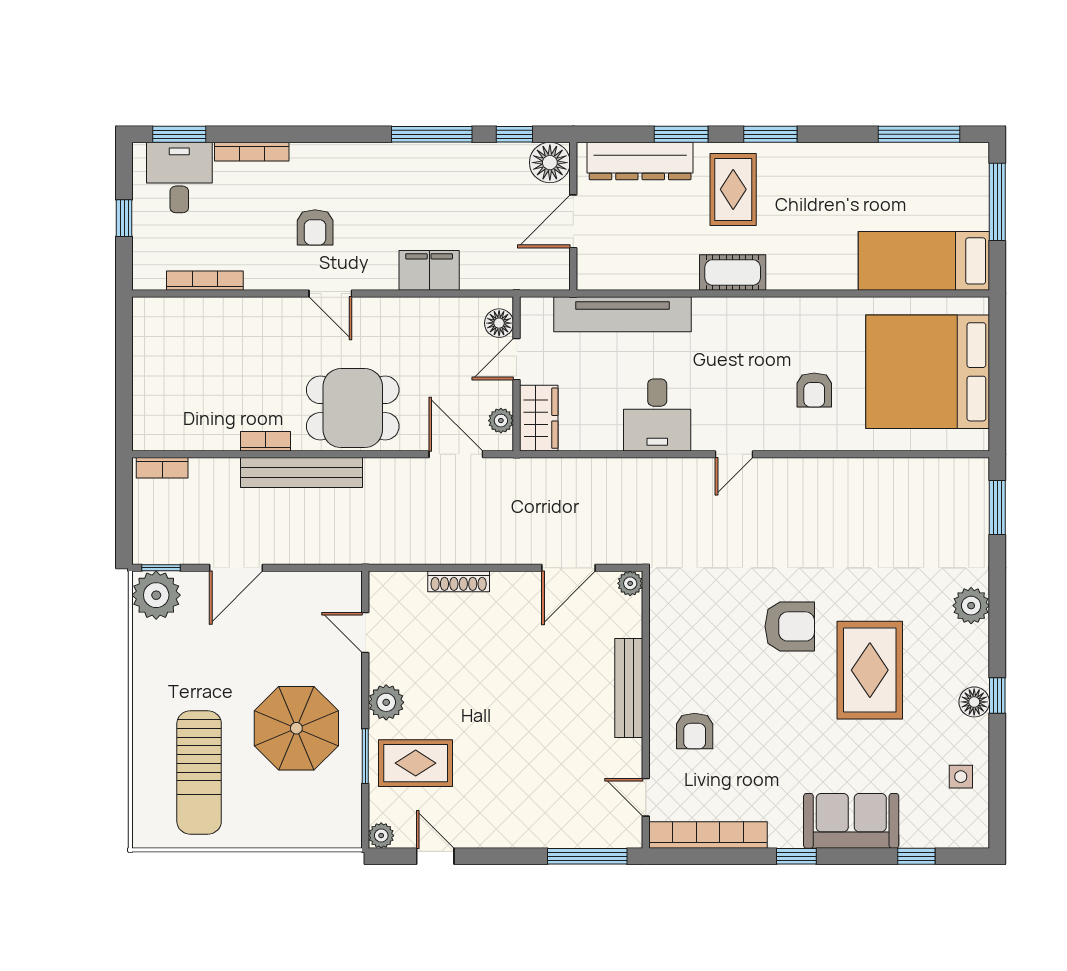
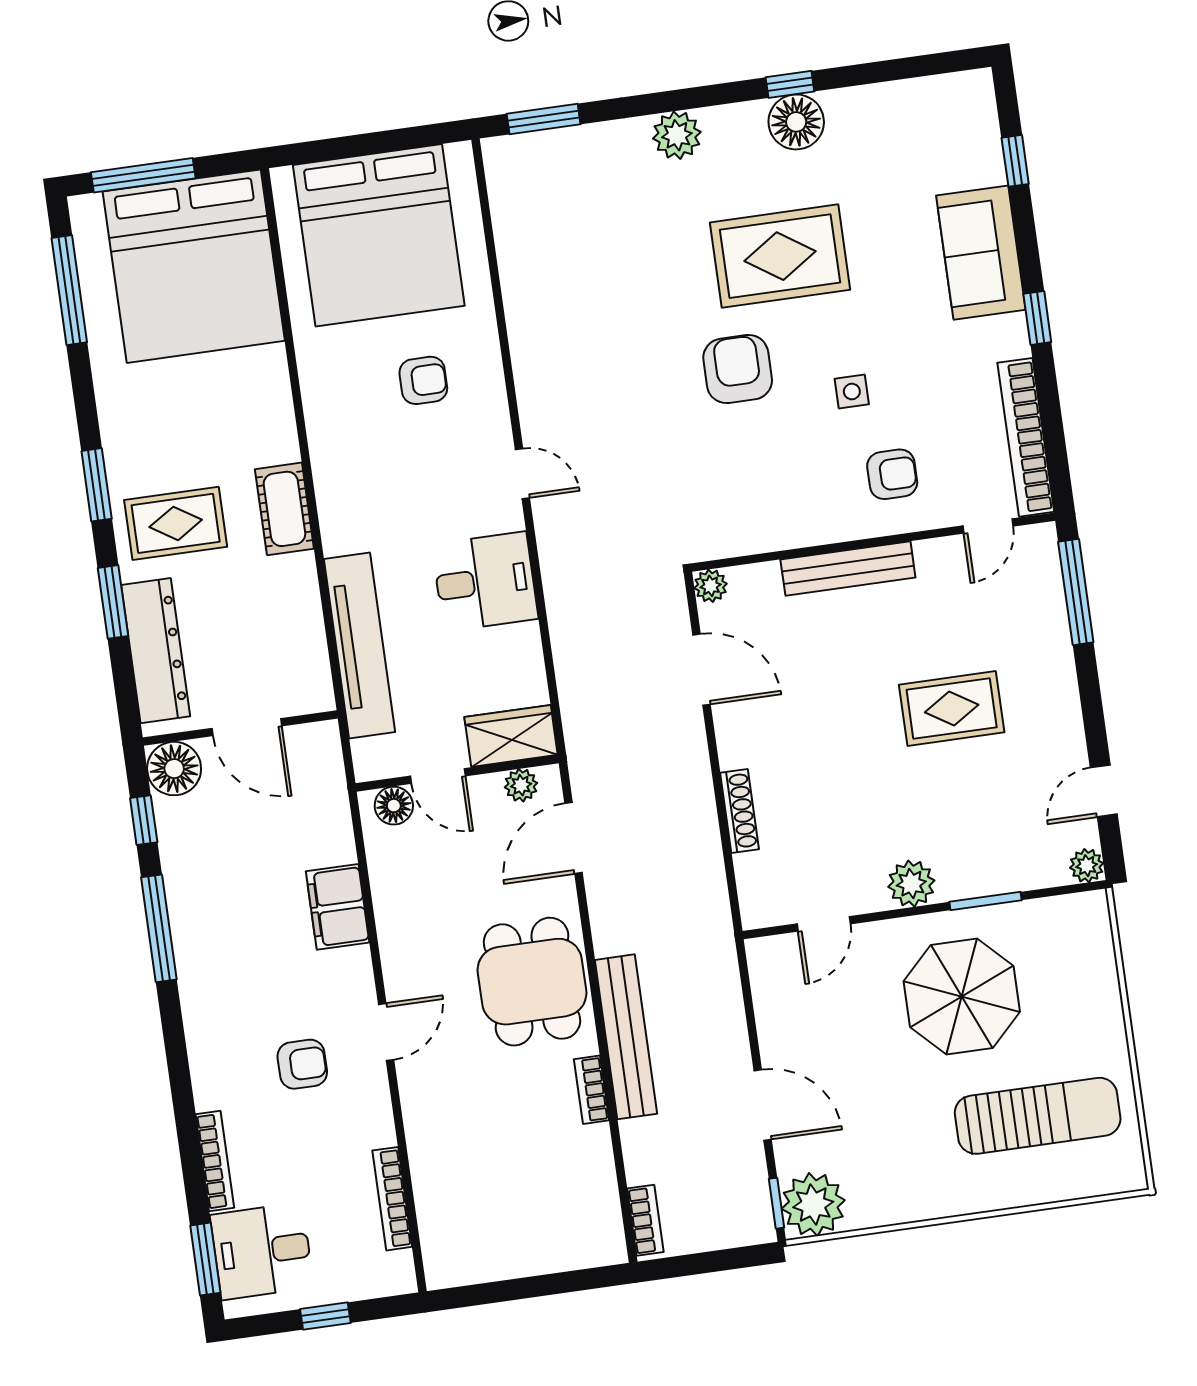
bed: (924, 261) -> (194, 266), width x2.04
floor lamp: (974, 702) -> (796, 122), width x1.38, depth x1.38
rug: (416, 763) -> (952, 709), moved, turned 90
side table: (961, 777) -> (852, 392), moved

